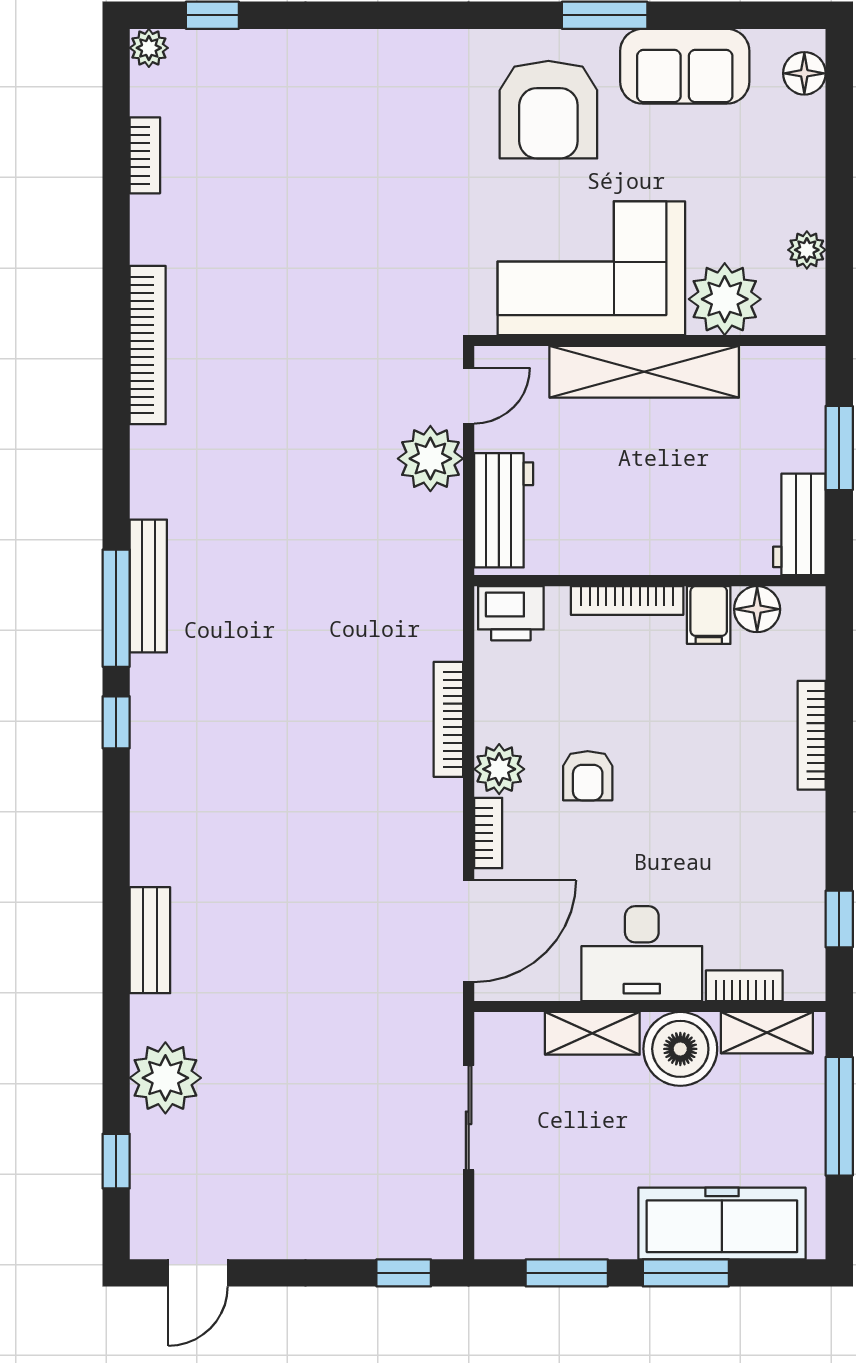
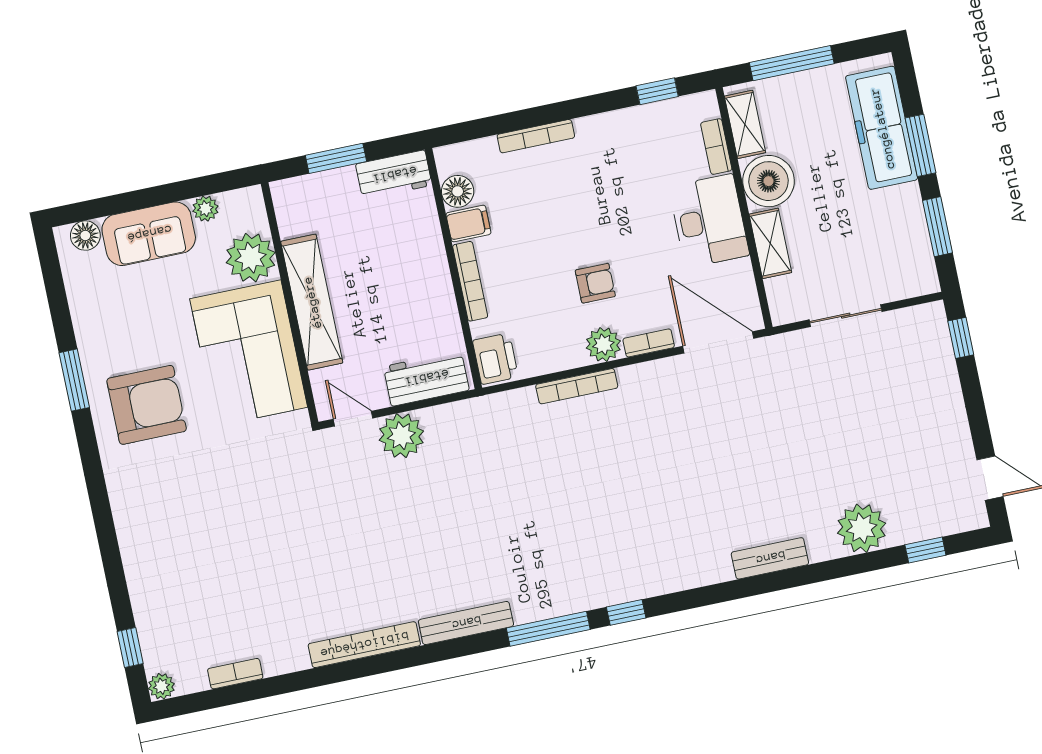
sofa: (685, 66) -> (149, 234), moved, turned 90
bench: (148, 586) -> (466, 623), moved

